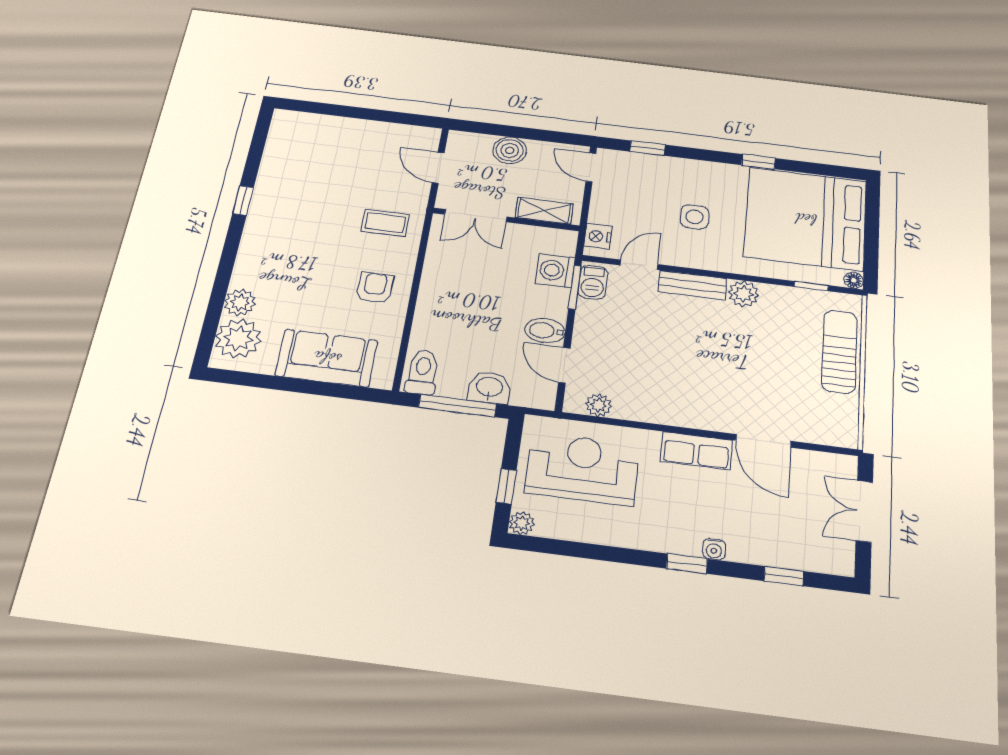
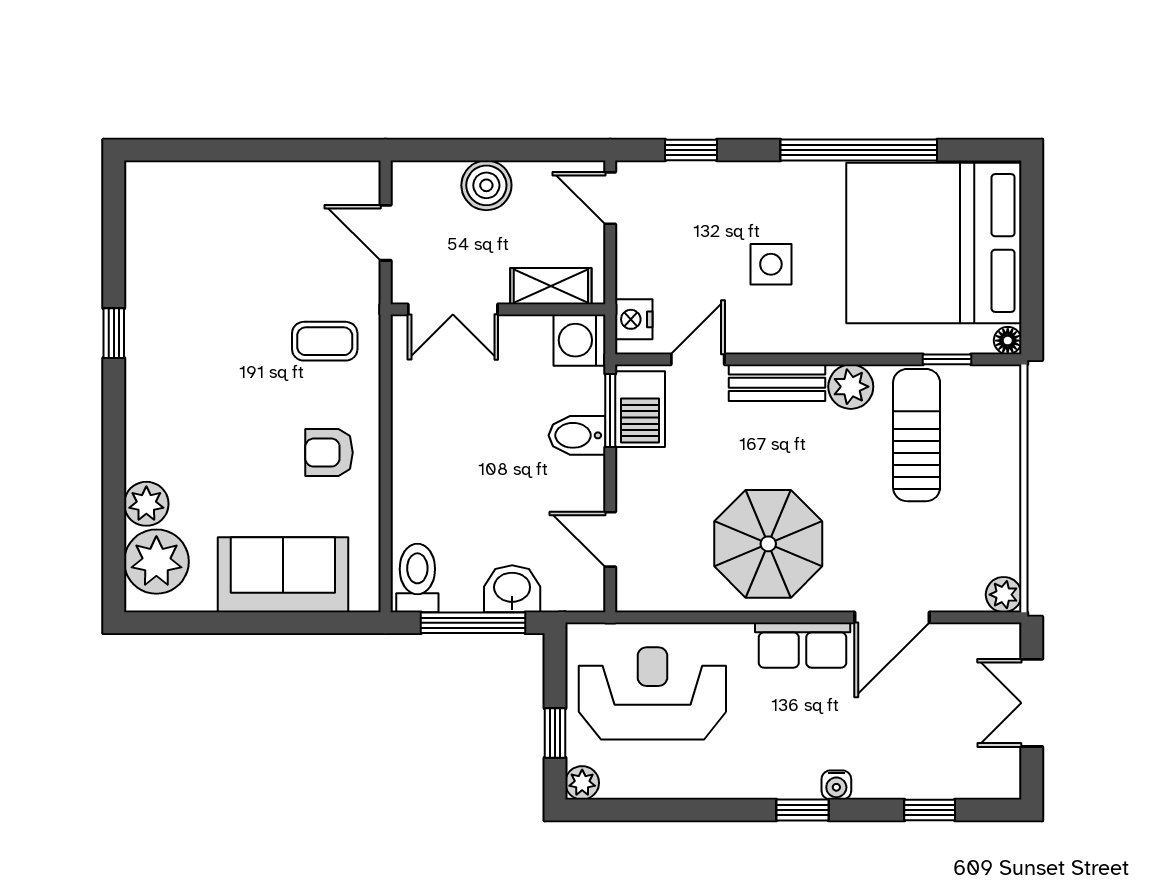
window: (758, 162) -> (859, 150), width x3.17
washing machine: (555, 271) -> (579, 340), moved
barbecue: (593, 282) -> (640, 409), width x1.38, depth x1.27
armchair: (375, 288) -> (329, 453), turned -90
bidet: (545, 331) -> (577, 435), moved
sun lounger: (839, 351) -> (917, 435), moved
parasol: (677, 382) -> (768, 544), added
plant: (599, 405) -> (1004, 595), moved
door: (763, 441) -> (892, 617), hinge flipped

